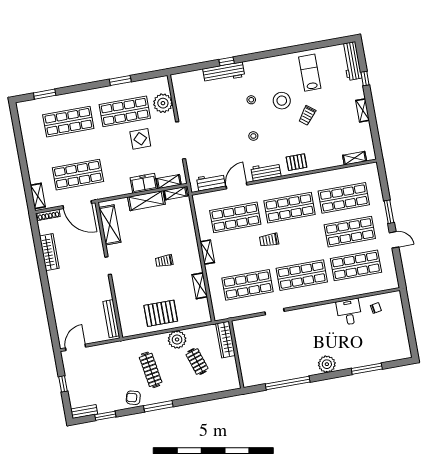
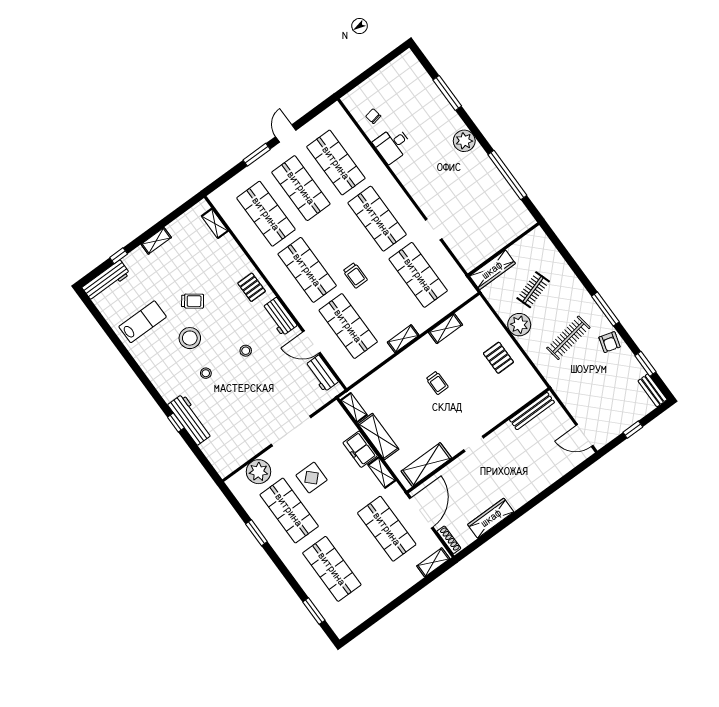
lab bench: (310, 73) -> (143, 322), turned 180
shelving: (169, 182) -> (382, 473), moved
pallet: (161, 313) -> (498, 358), width x0.67, depth x0.71

